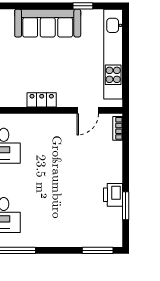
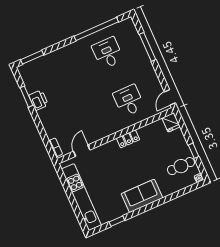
sofa: (48, 23) -> (142, 196), width x0.73
locker: (42, 100) -> (128, 139), moved

